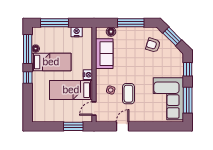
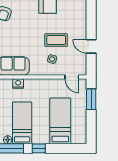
nightstand: (88, 75) -> (18, 84), moved
bed: (71, 90) -> (60, 121), moved, turned 180

